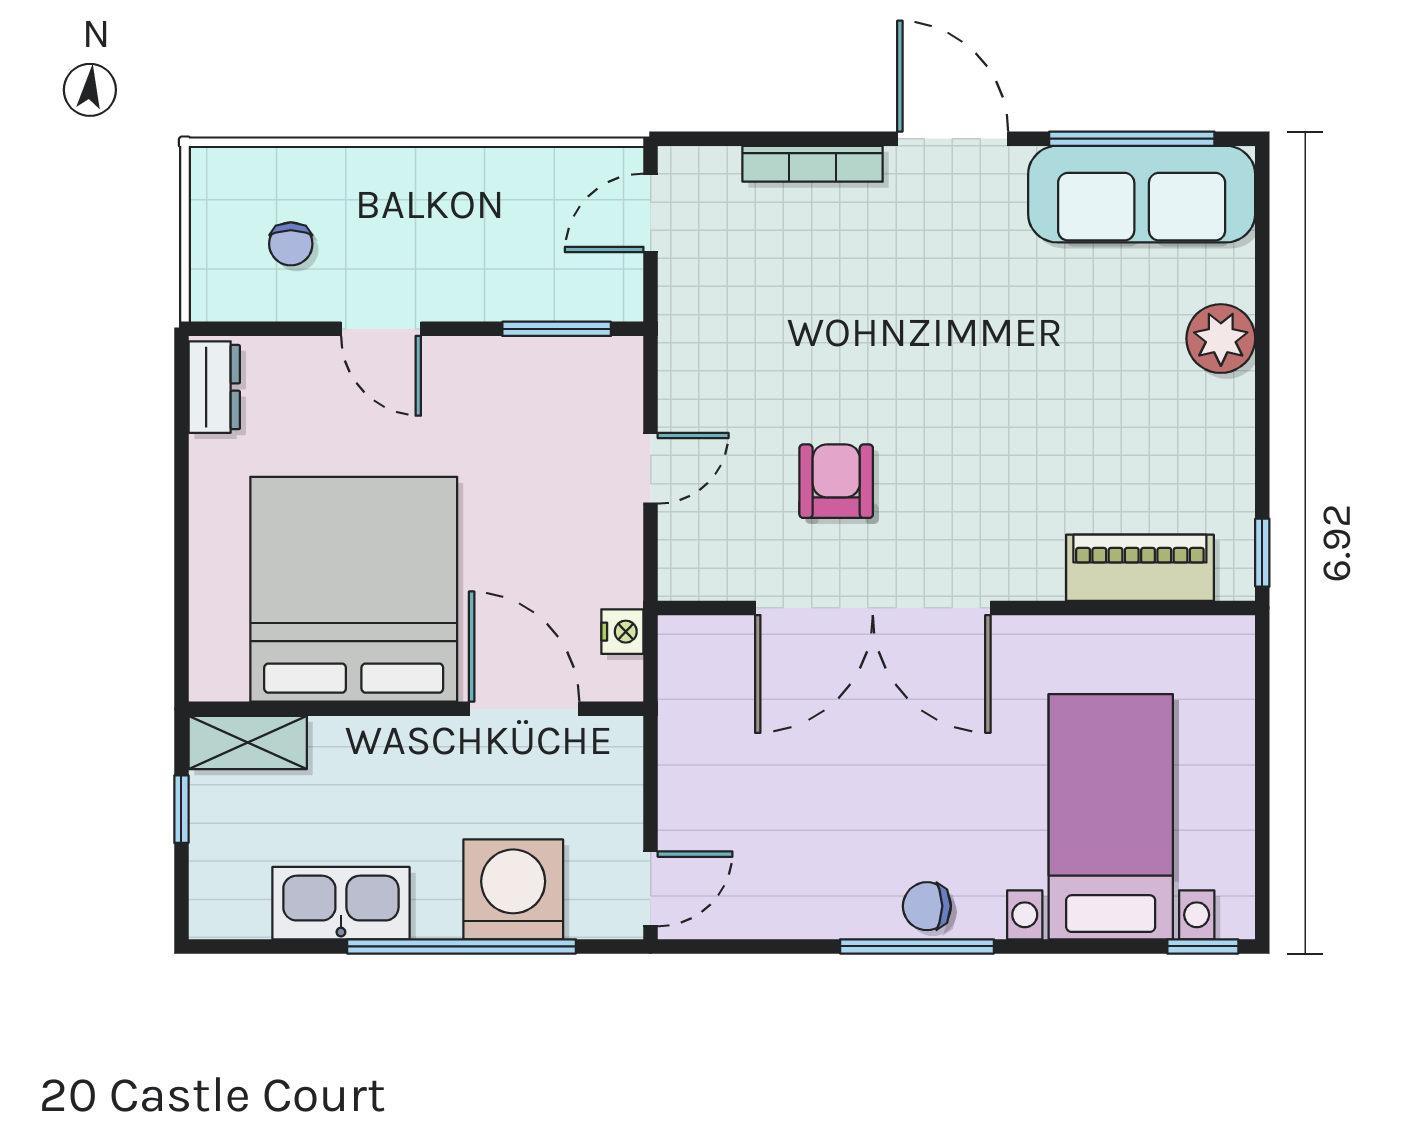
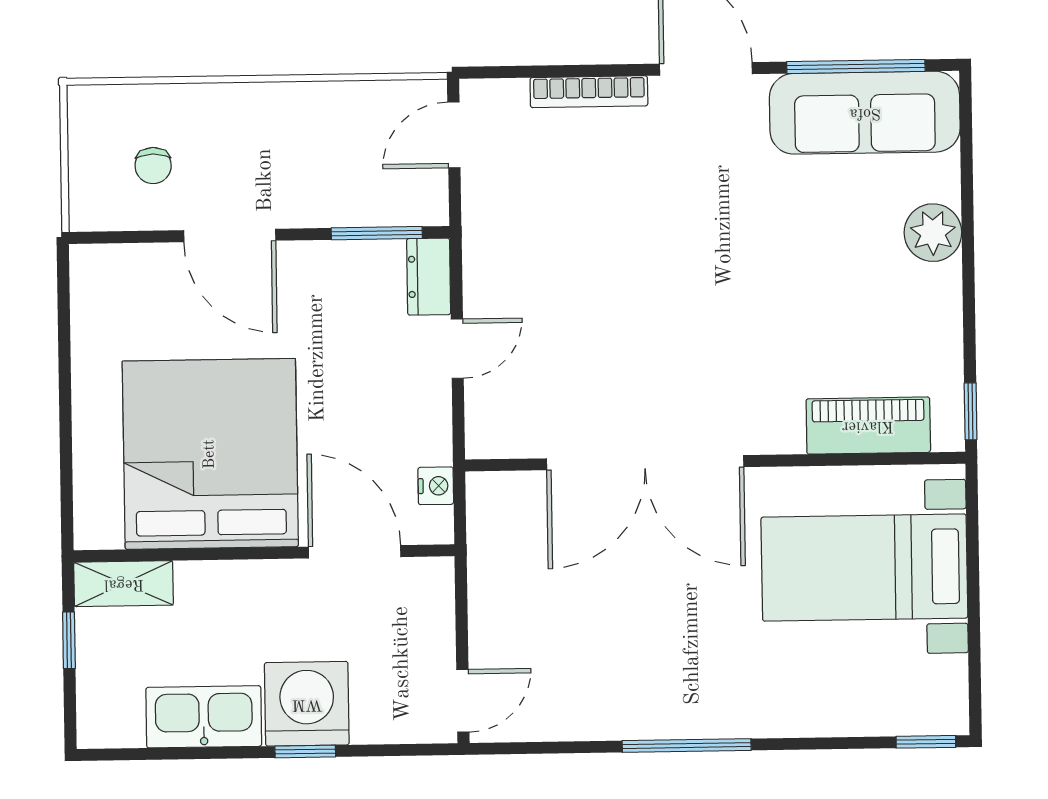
door: (381, 329) -> (230, 235), width x1.38
dresser: (214, 387) -> (429, 277), moved, turned 180
armchair: (836, 481) -> (613, 357), removed
bed with nightstands: (1111, 817) -> (864, 568), moved, turned -90
washing machine: (513, 889) -> (307, 704), moved
chair: (927, 906) -> (694, 712), removed
window: (461, 946) -> (305, 752), width x0.32

